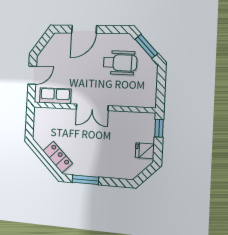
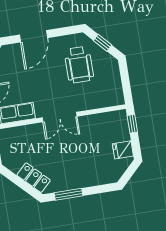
window: (146, 46) -> (103, 43), width x0.67
wheelchair: (120, 63) -> (79, 65), turned 89

